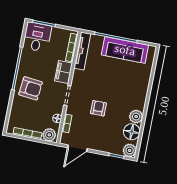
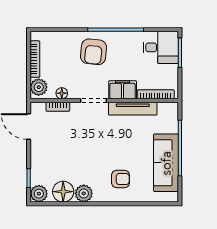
tv unit: (82, 51) -> (133, 109), moved
armchair: (98, 108) -> (121, 179), moved

